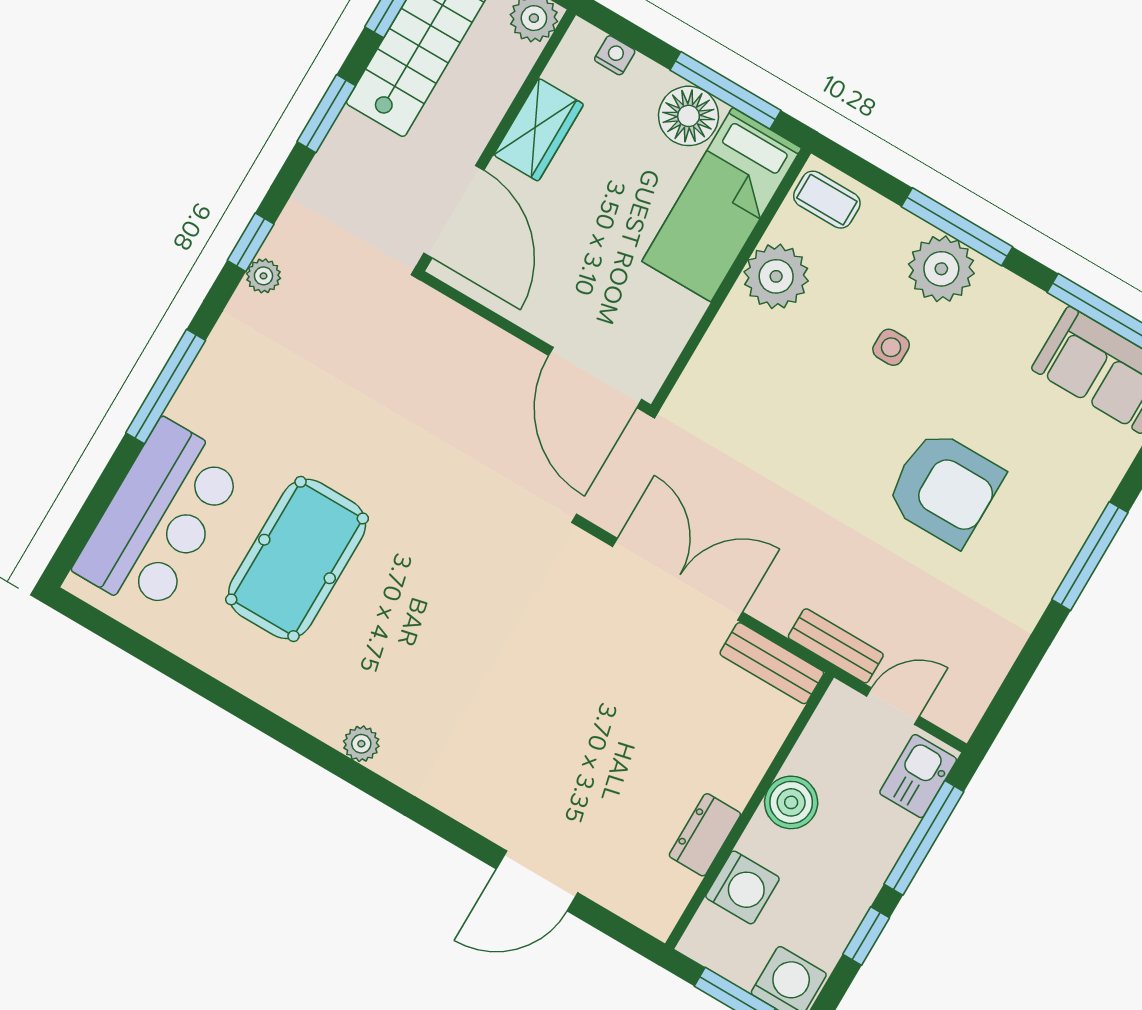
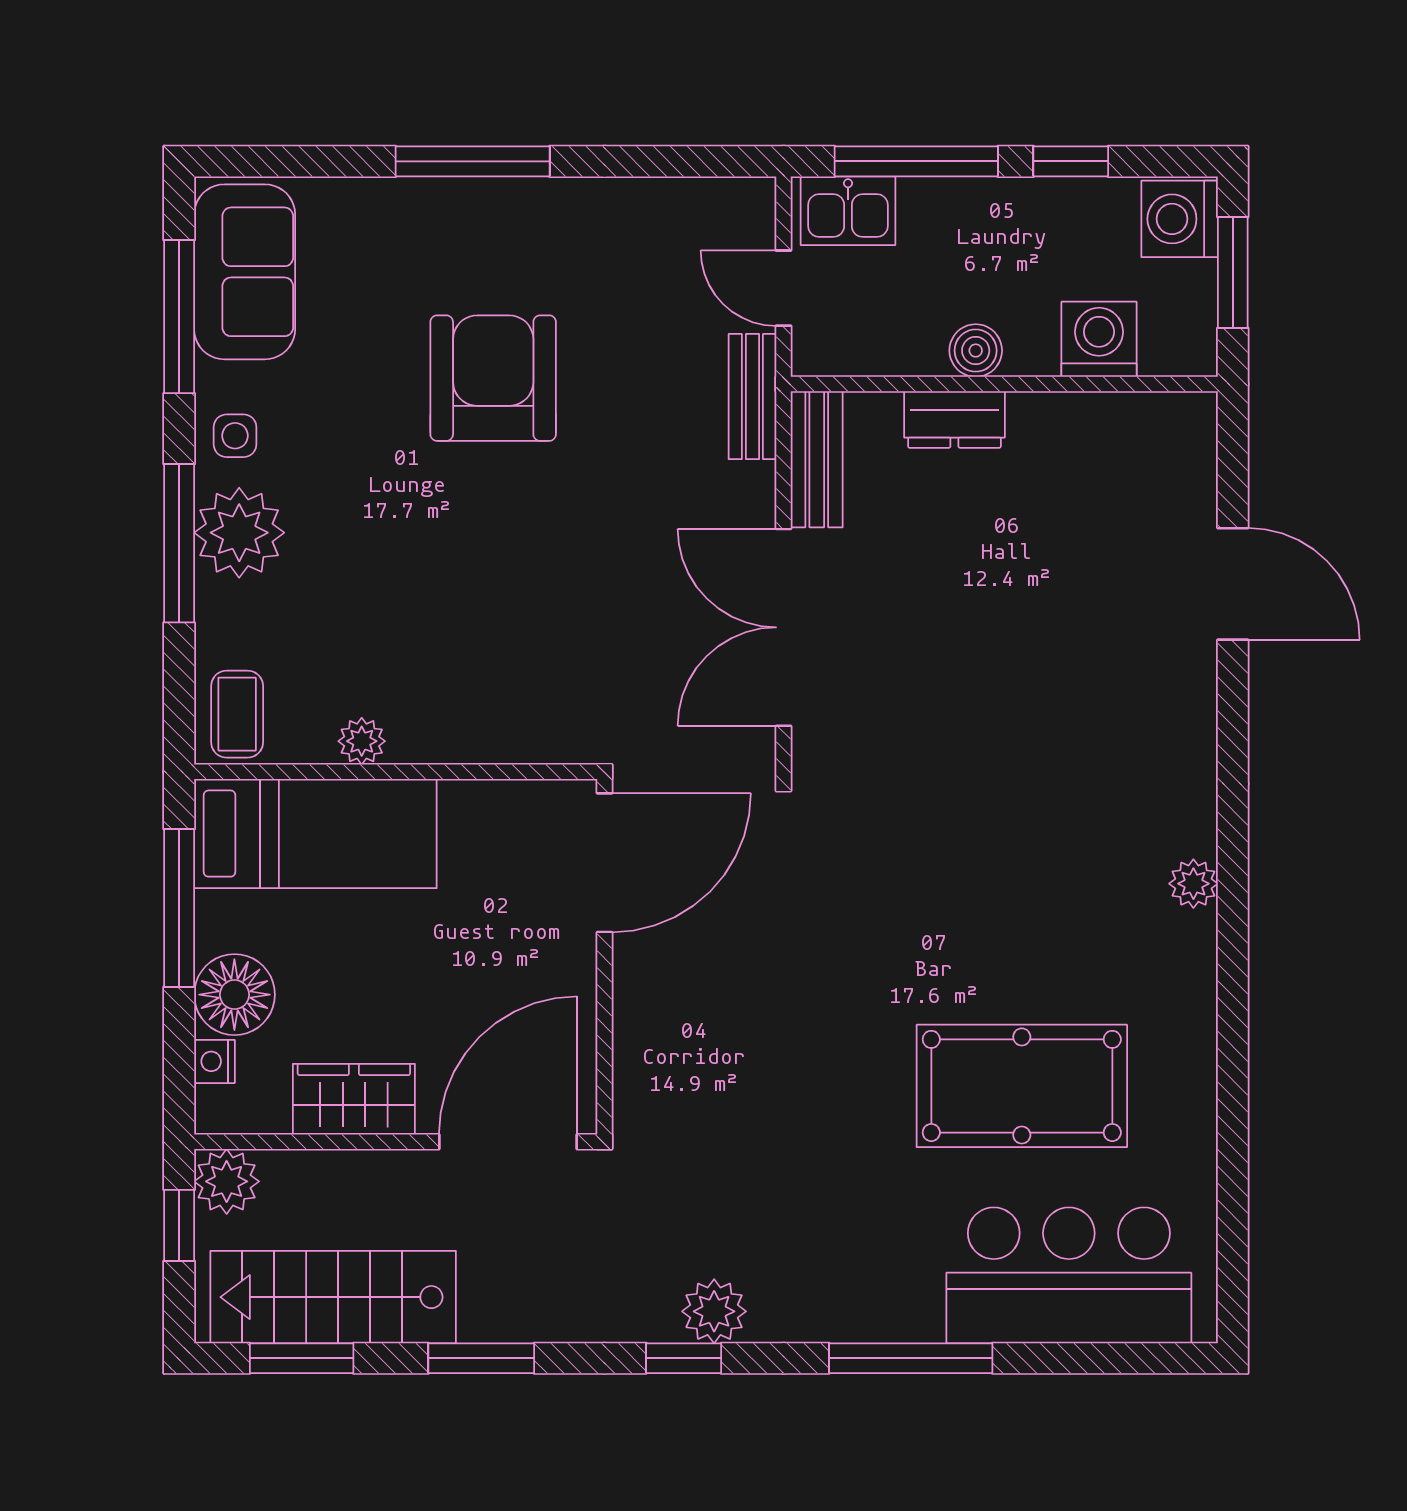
floor lamp: (689, 116) -> (234, 995), moved
plant: (263, 276) -> (714, 1311), width x1.38, depth x1.38
plant: (776, 276) -> (362, 741), width x0.53, depth x0.53
side table: (891, 347) -> (235, 436), moved
boiler: (791, 802) -> (976, 351), width x0.73, depth x0.73
dresser: (705, 835) -> (954, 419), moved

